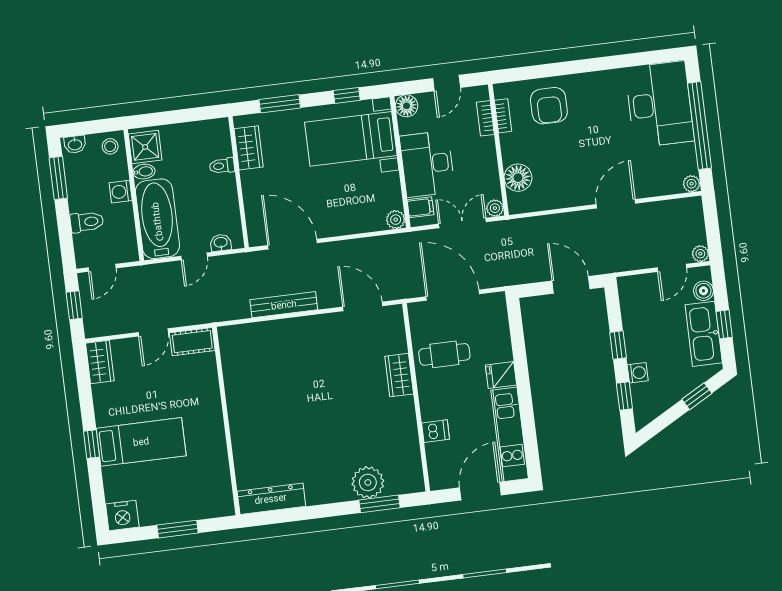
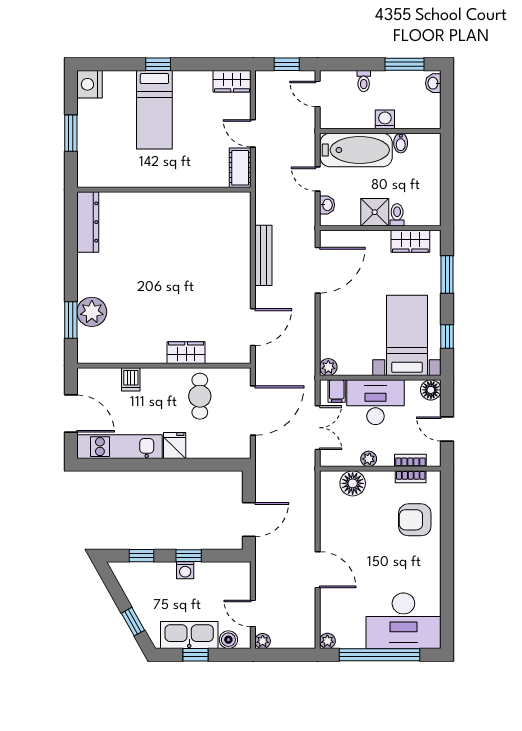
stool: (110, 146) -> (427, 115), removed
shower: (145, 147) -> (375, 212), moved
plant: (495, 208) -> (369, 459), moved
toilet: (87, 222) -> (364, 81), width x0.73, depth x0.72
washing machine: (638, 373) -> (185, 570), moved

